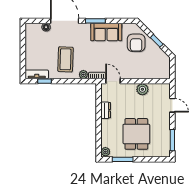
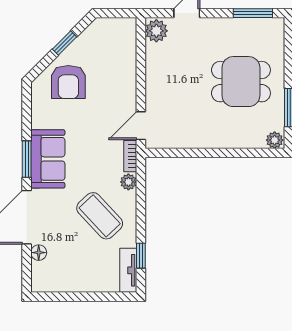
sofa: (106, 32) -> (48, 159), moved
armchair: (136, 43) -> (68, 82), turned 90
coffee table: (65, 59) -> (100, 216), turned 45
plant: (142, 89) -> (156, 31), moved
dresser: (106, 110) -> (196, 140), removed

